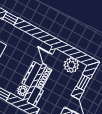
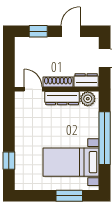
door: (48, 59) -> (33, 89), swing flipped
plant: (71, 65) -> (25, 57), removed

